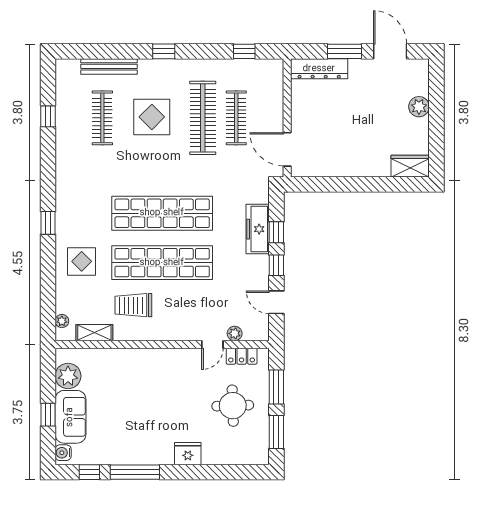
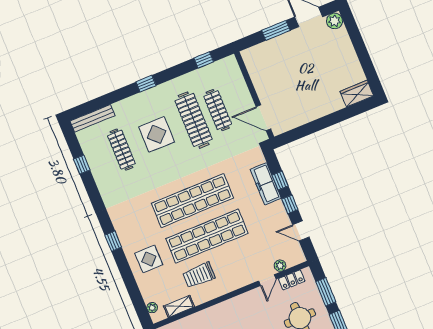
bench: (109, 66) -> (92, 118), moved
dresser: (319, 69) -> (263, 50), removed
plant: (419, 107) -> (334, 21), moved

